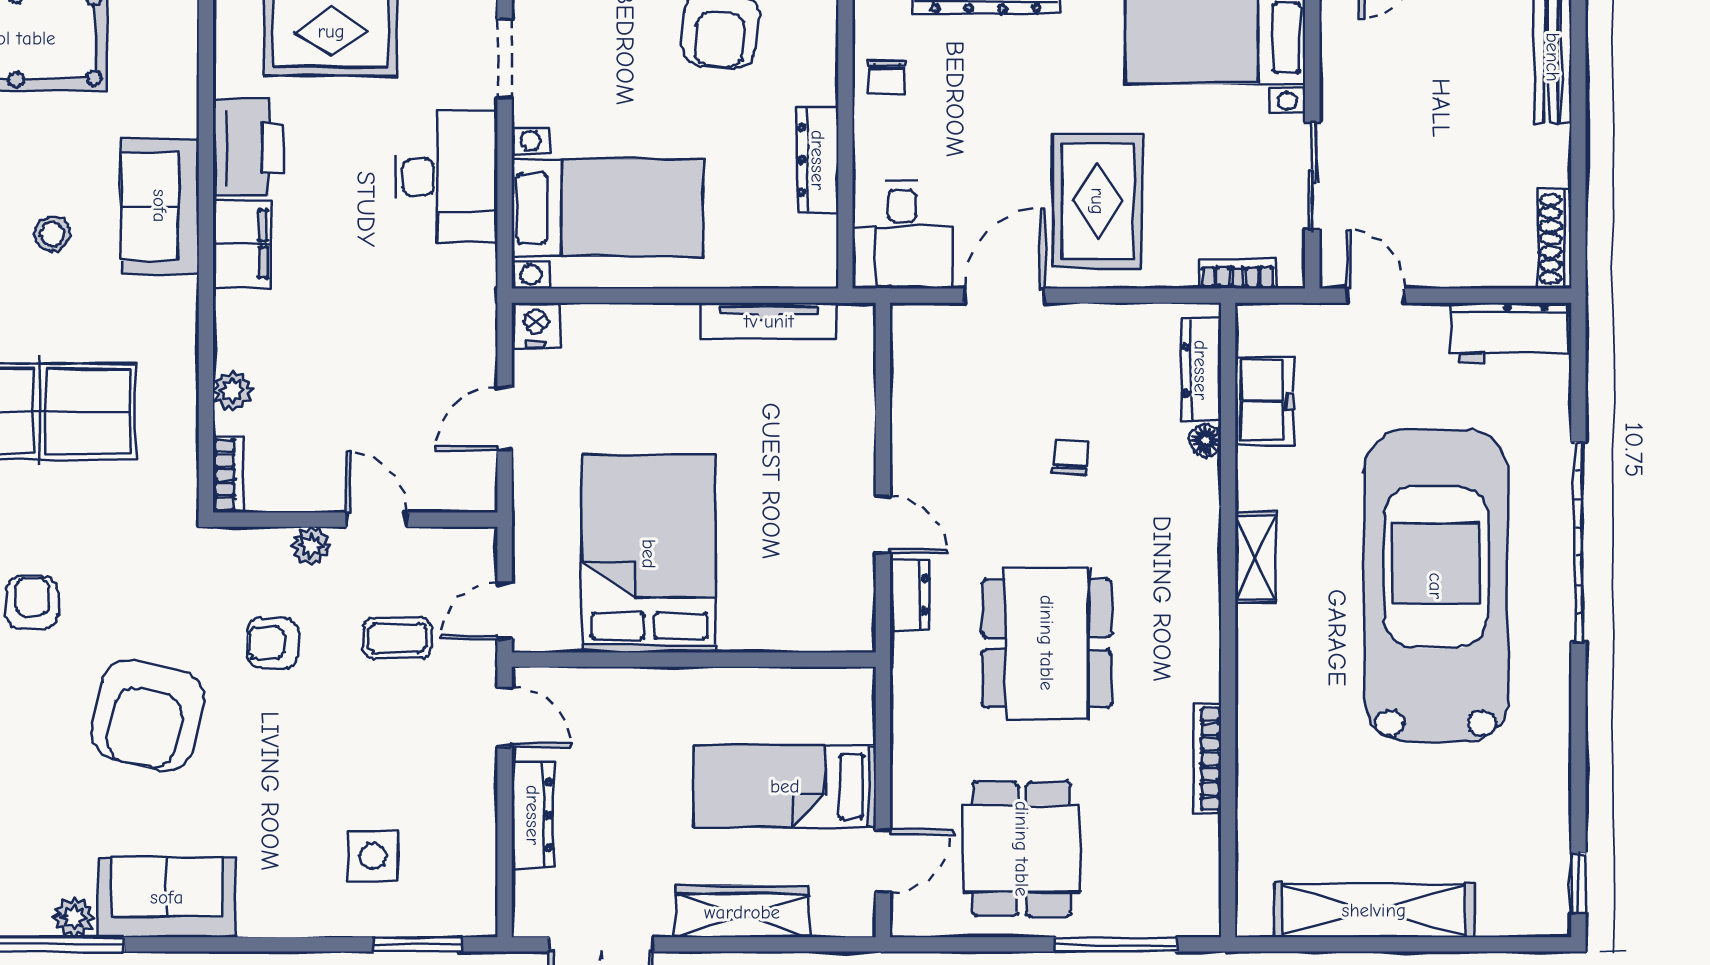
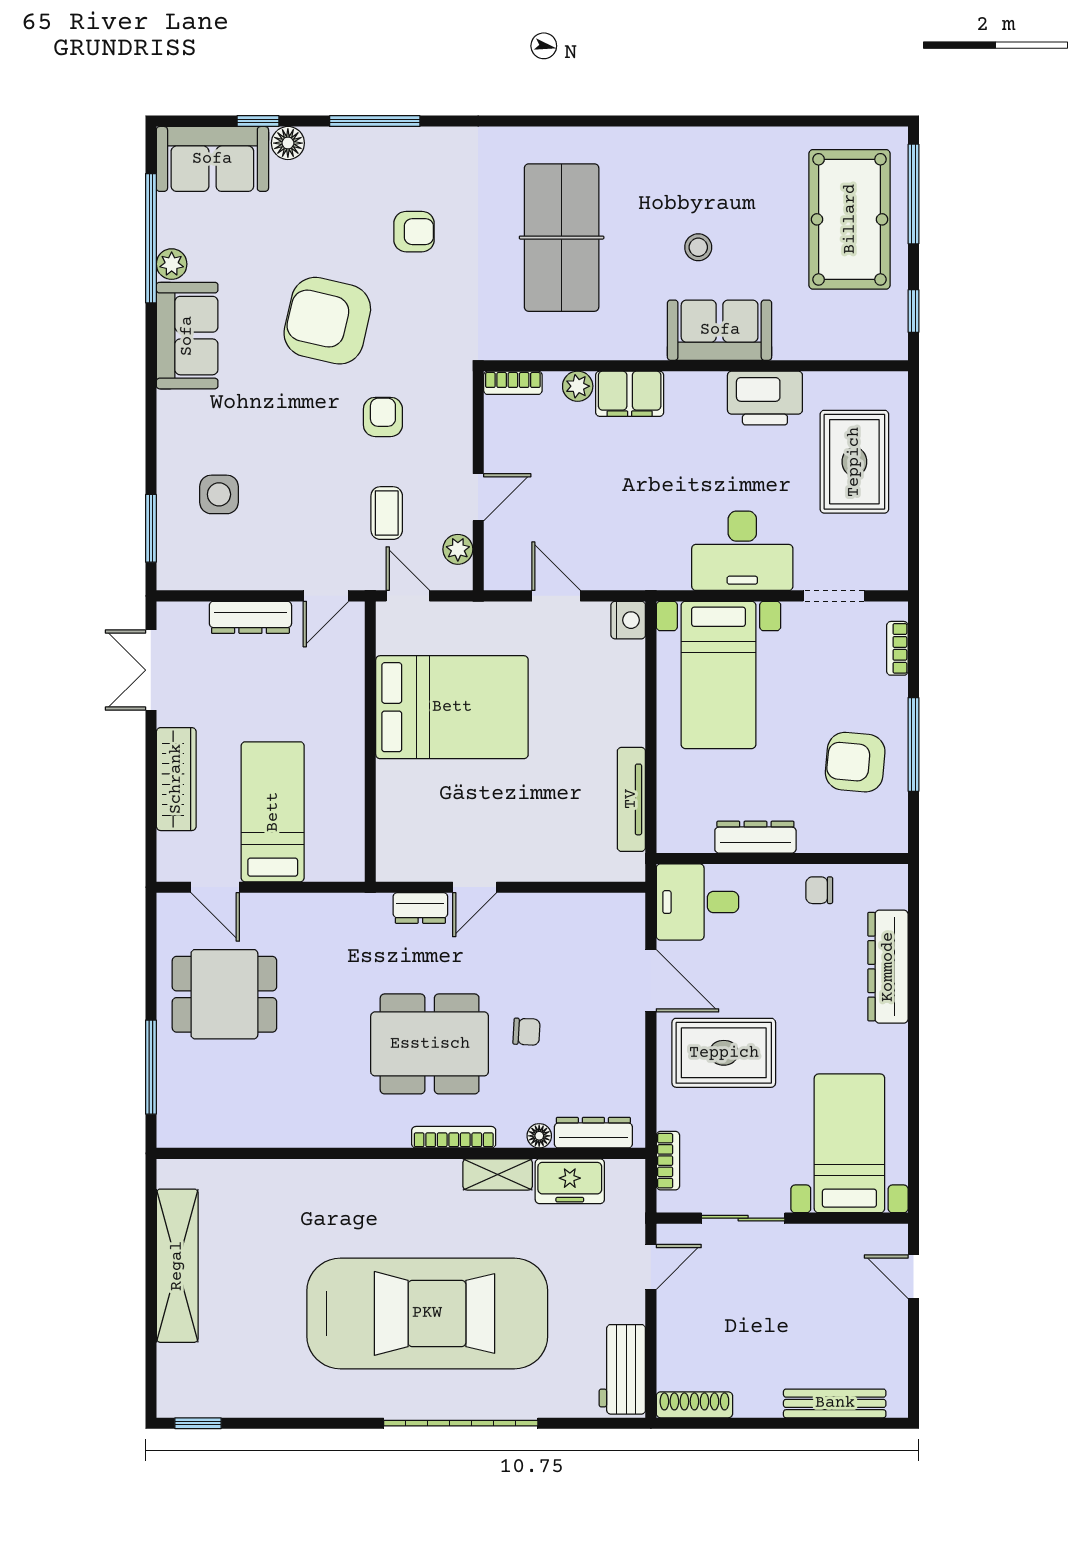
filing cabinet: (242, 244) -> (630, 394), moved
plant: (311, 546) -> (458, 549), moved
shelving: (1256, 558) -> (498, 1174), moved
dining table: (1047, 643) -> (430, 1044), moved
bookcase: (1207, 759) -> (454, 1137), moved

